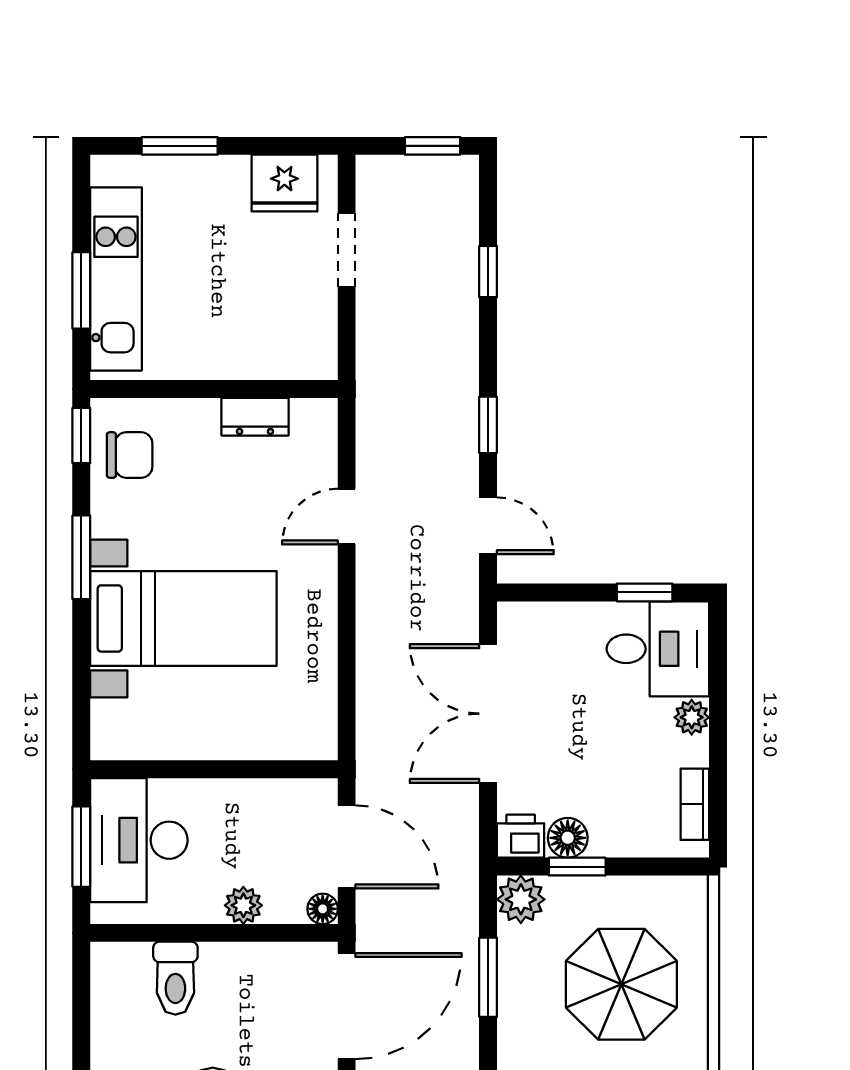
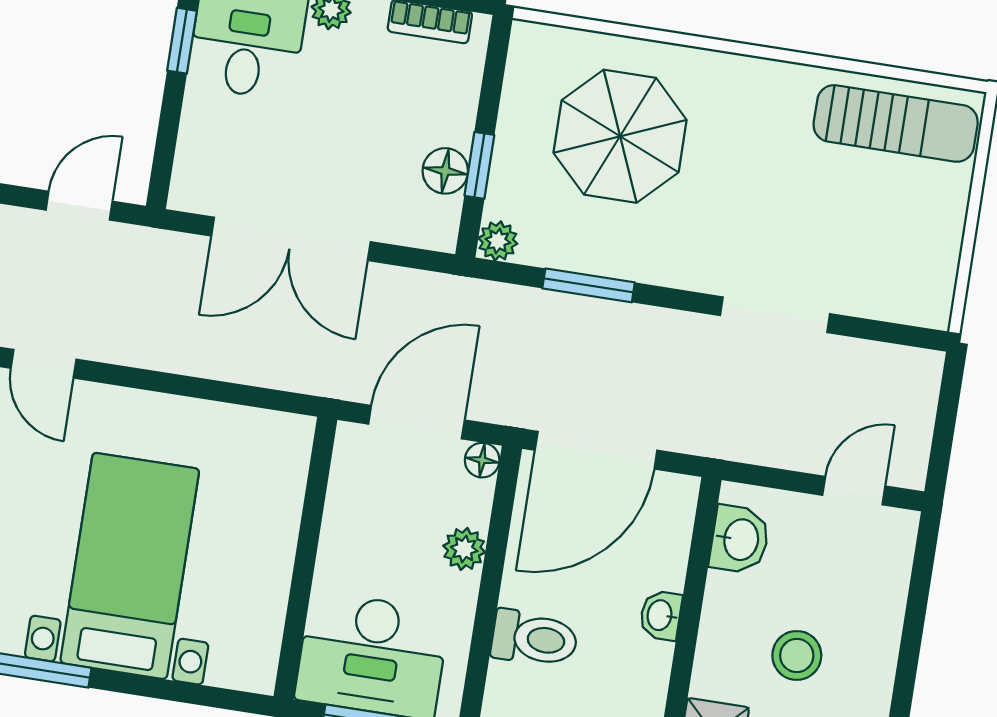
printer: (521, 836) -> (435, 224), removed
plant: (521, 899) -> (498, 241), width x0.73, depth x0.73
door: (347, 1006) -> (596, 450), swing flipped

